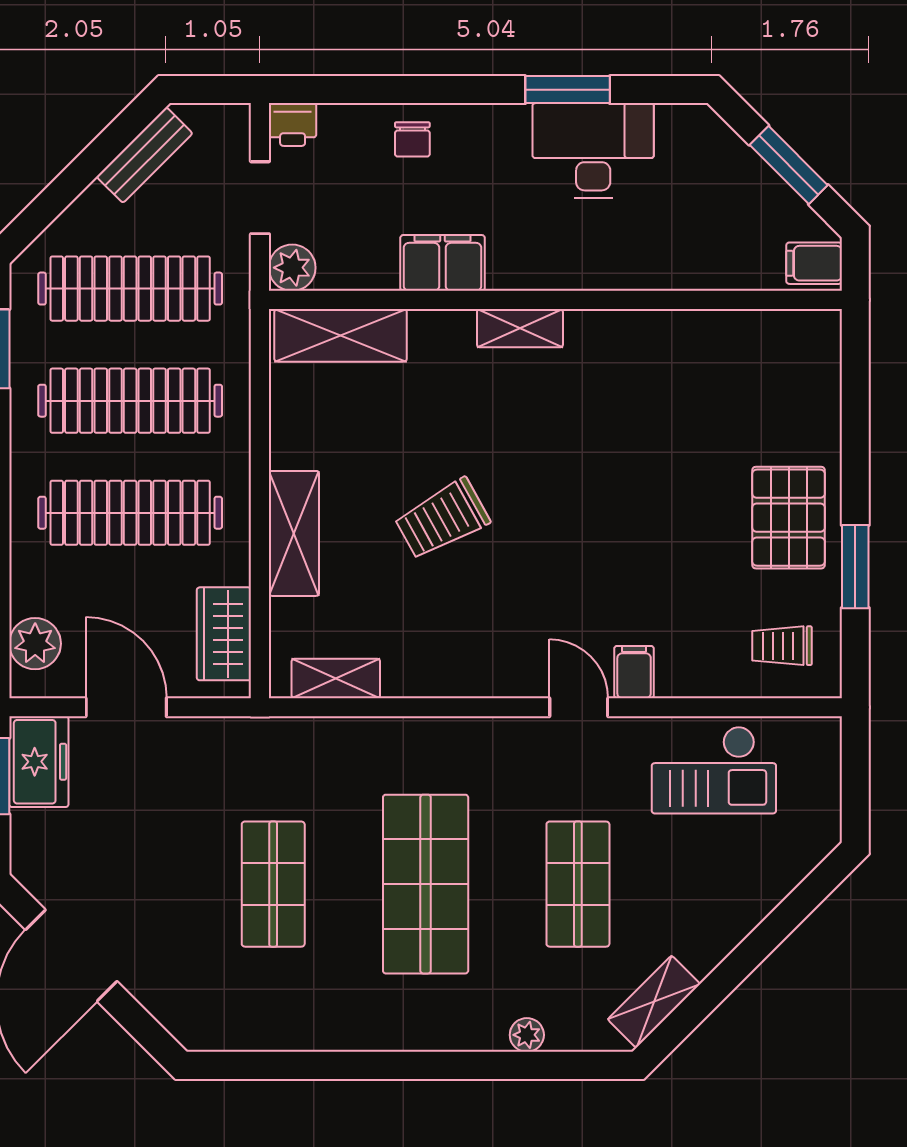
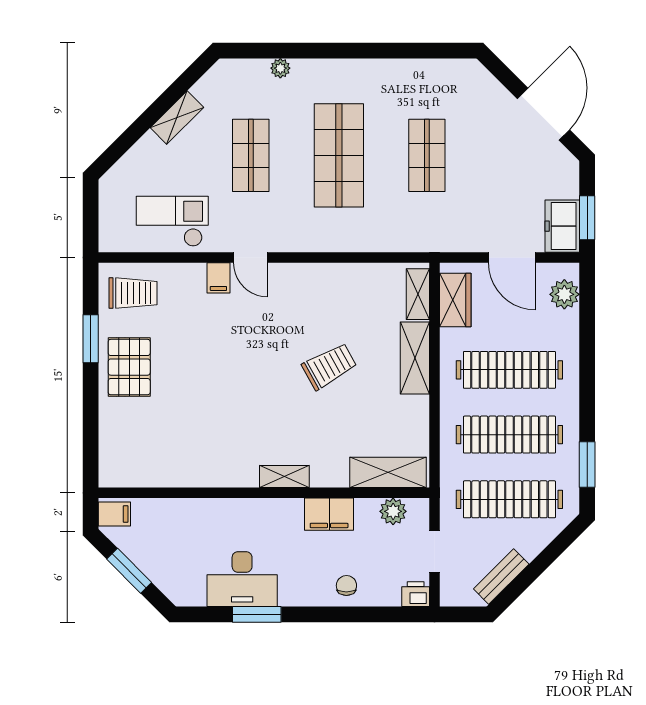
plant: (292, 268) -> (393, 511), moved
trolley: (782, 646) -> (133, 293), width x1.36, depth x1.39
shelving: (336, 678) -> (418, 294), moved, turned 90
shelving: (654, 1002) -> (177, 117), moved

